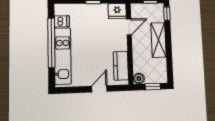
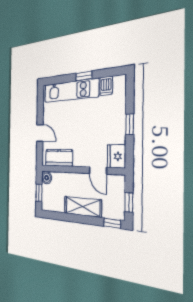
window: (51, 43) -> (84, 76), width x0.32

